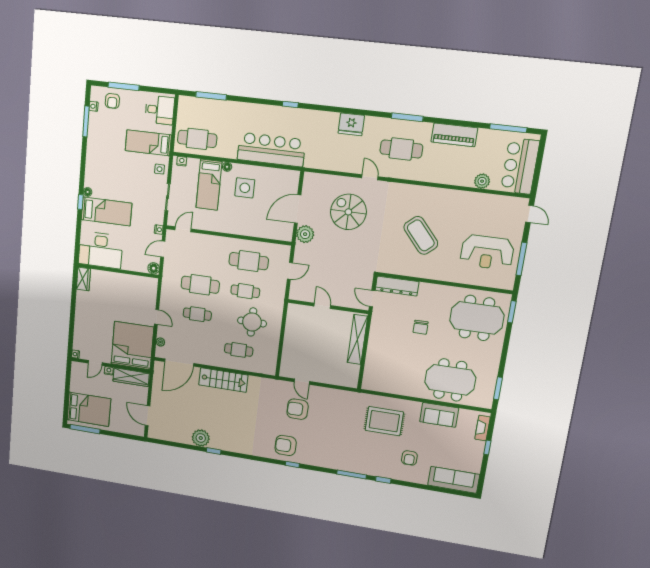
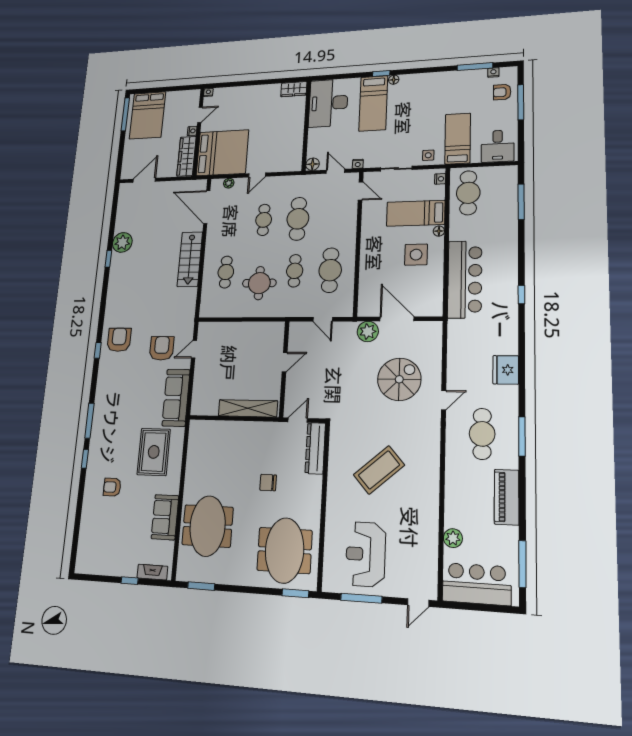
door: (95, 363) -> (200, 115), swing flipped
sofa: (454, 480) -> (176, 398), moved, turned 180

